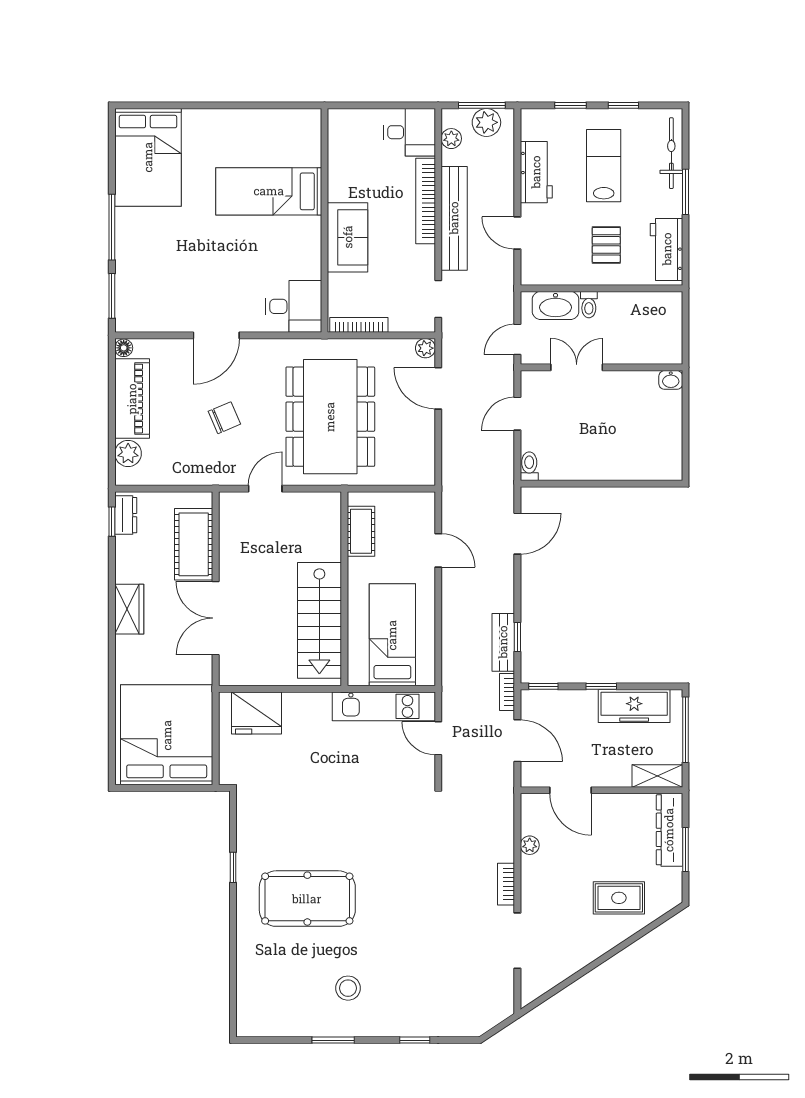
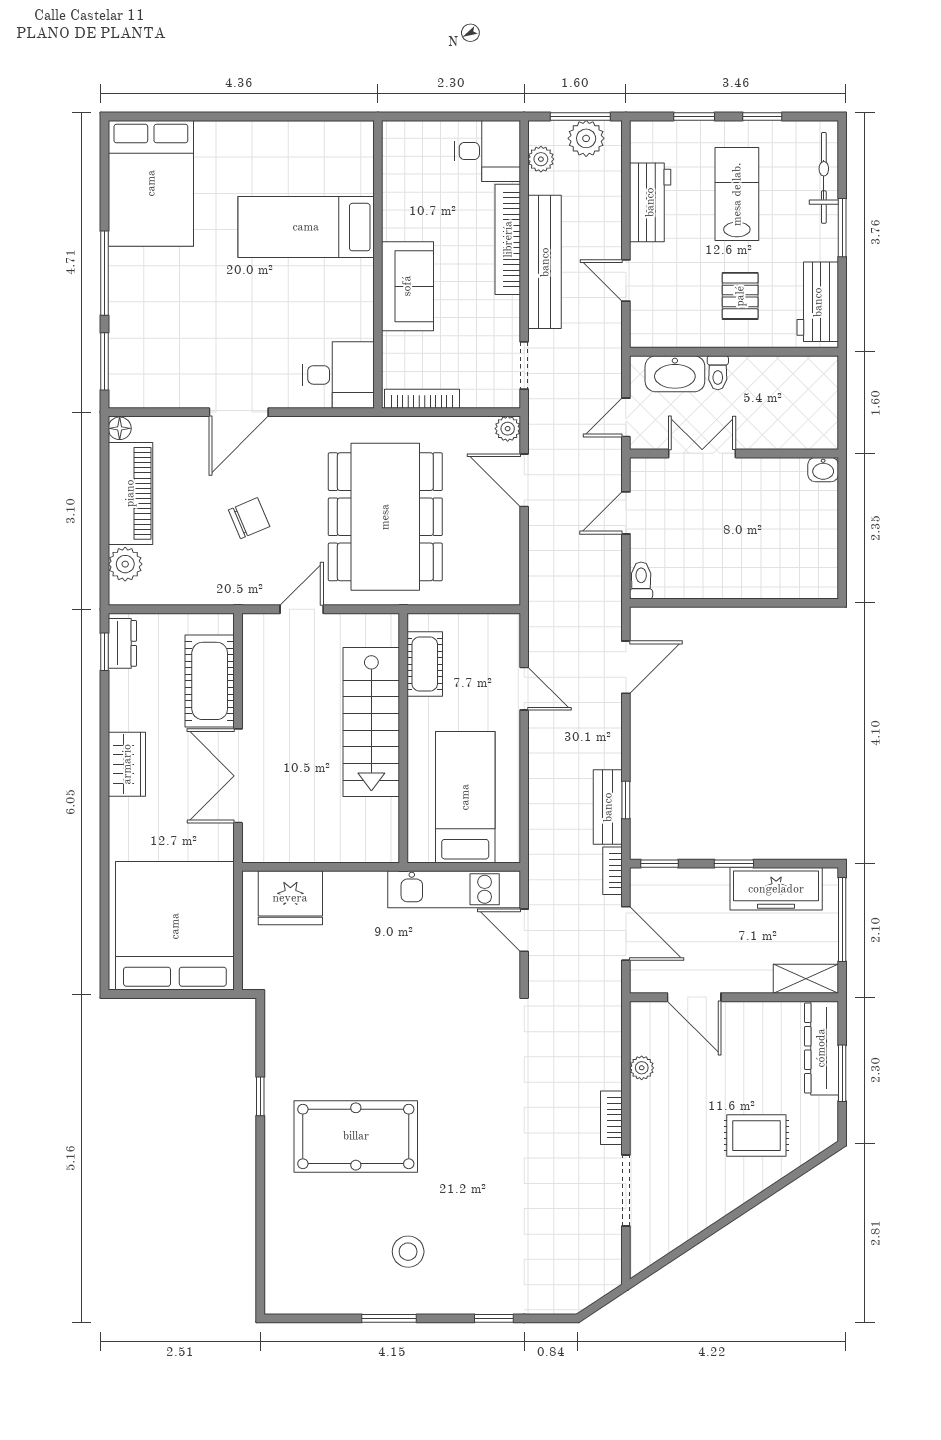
stairs: (319, 620) -> (371, 722), moved

